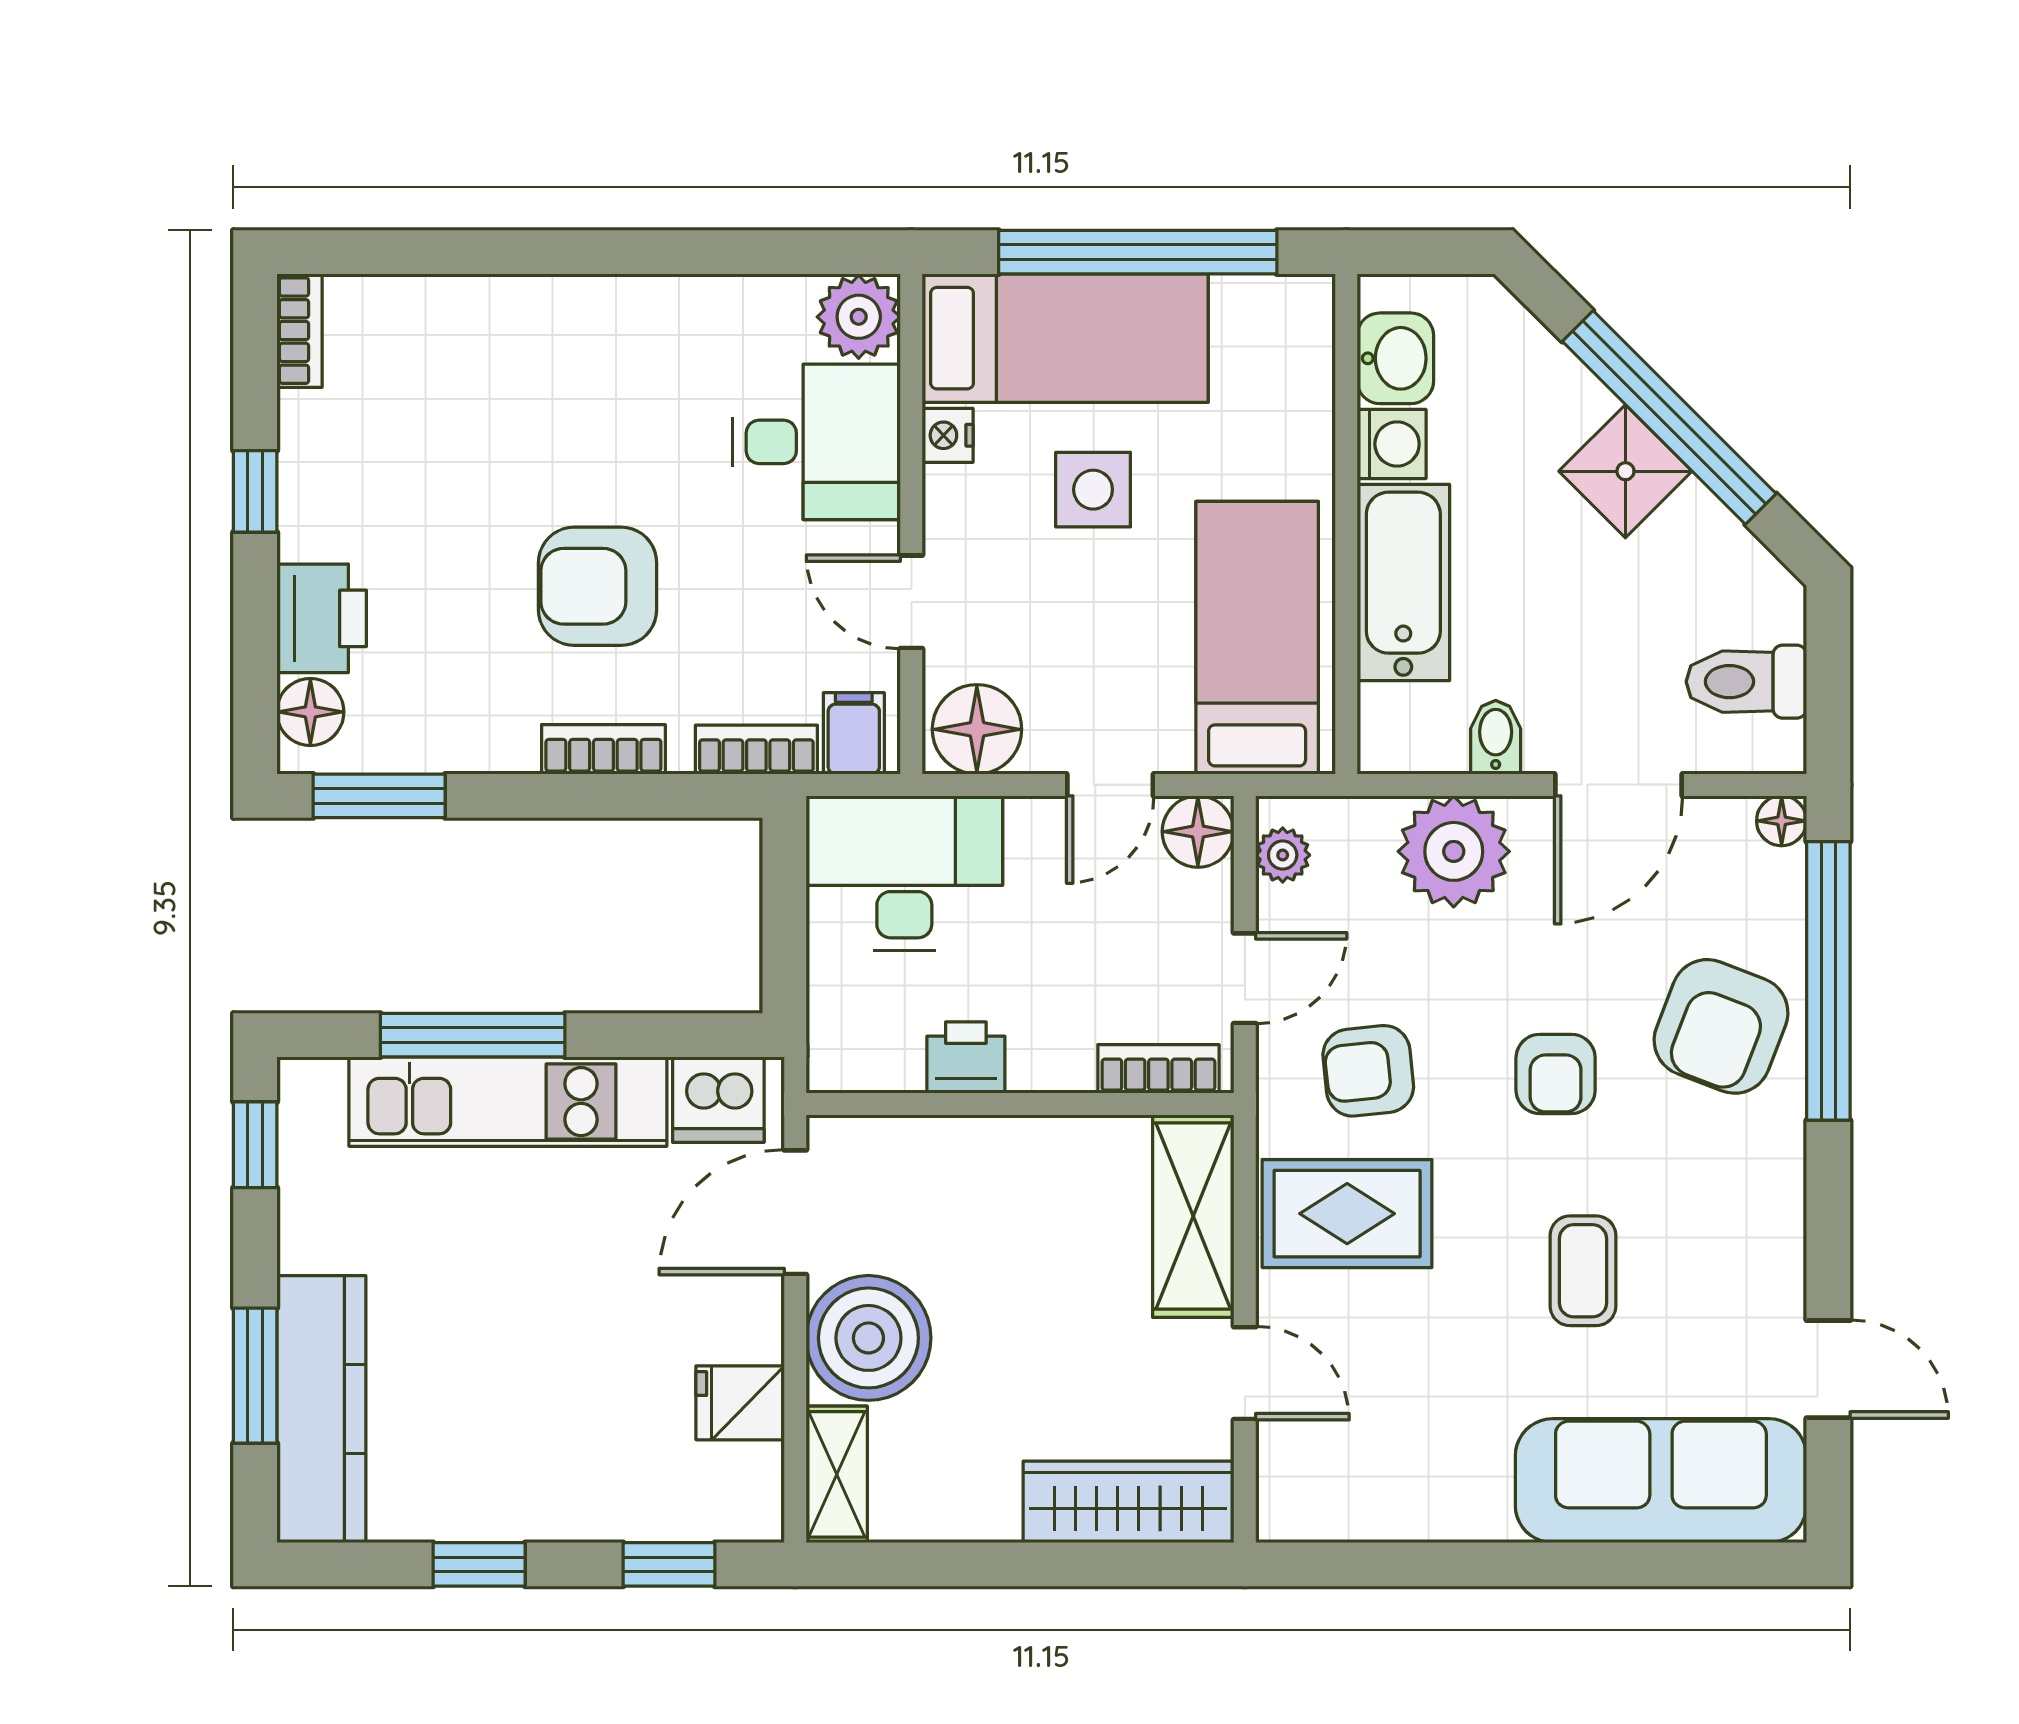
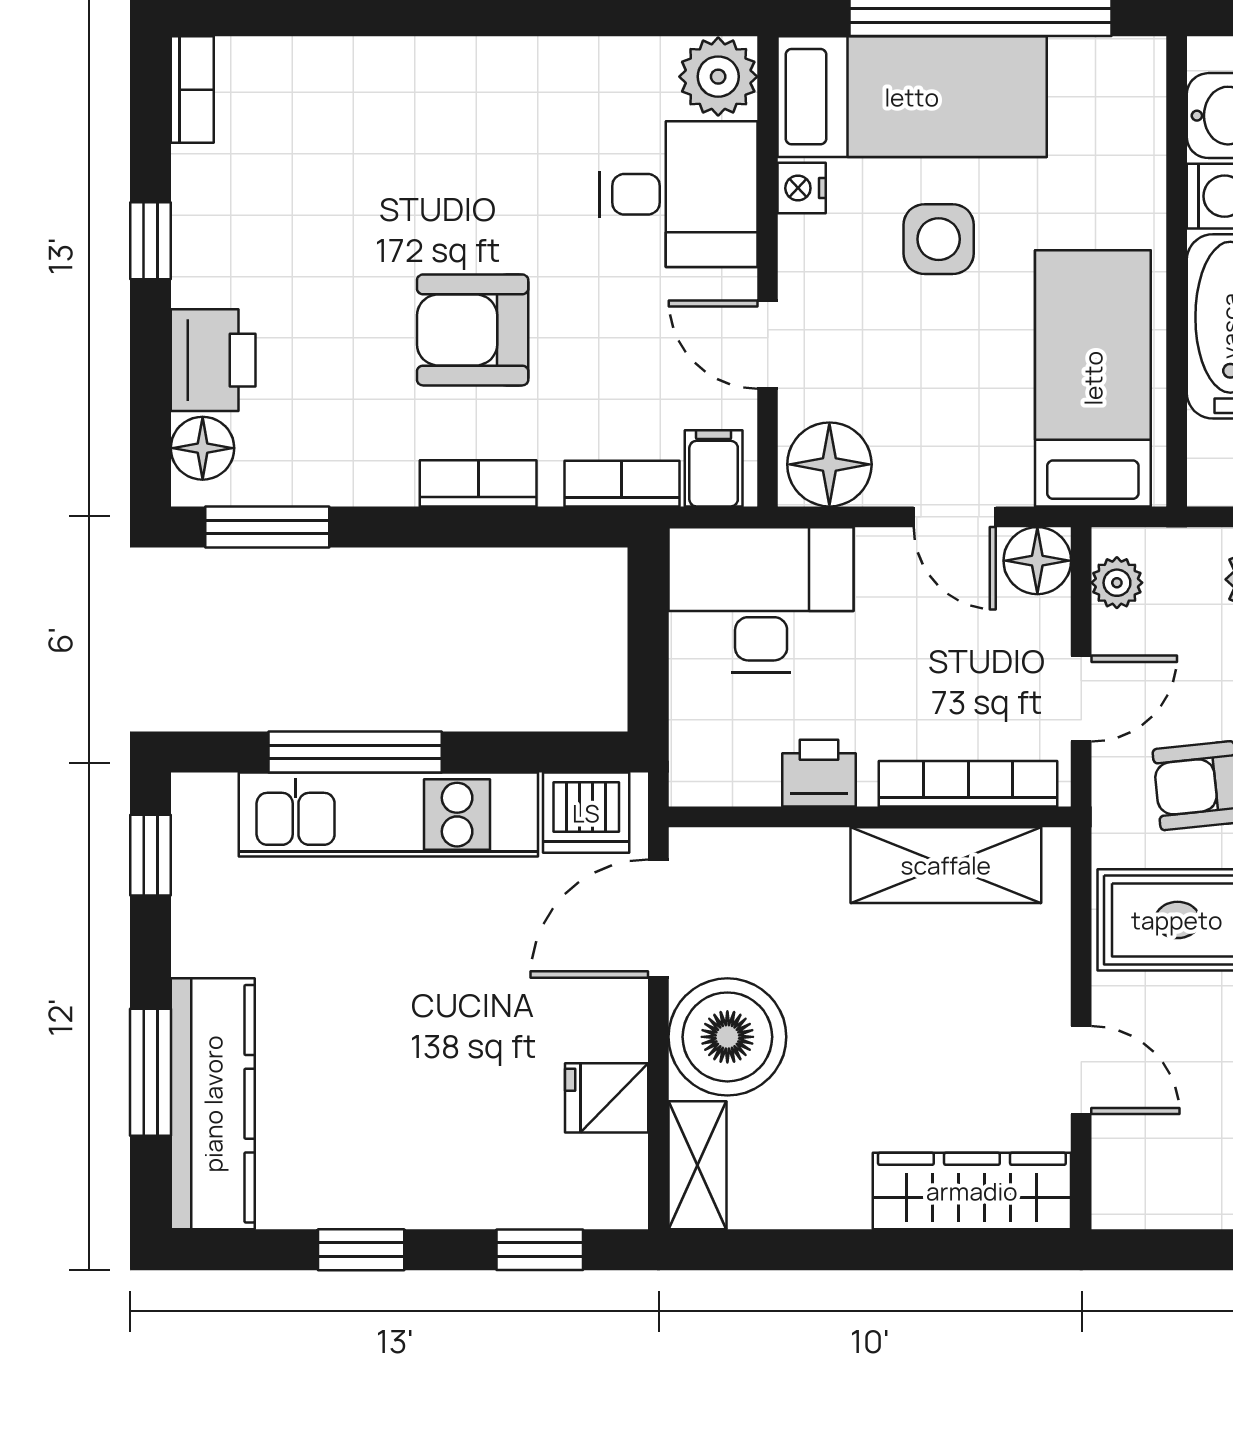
door: (1110, 785) -> (955, 517), hinge flipped
bookcase: (1158, 1069) -> (968, 784), width x1.56
shelving: (1193, 1216) -> (946, 865), moved, turned 90

